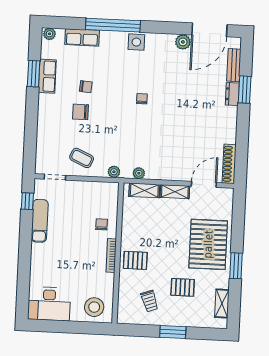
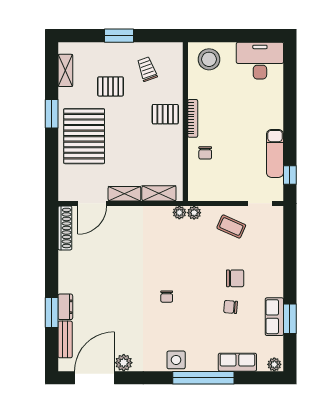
plant: (139, 173) -> (179, 212), moved

